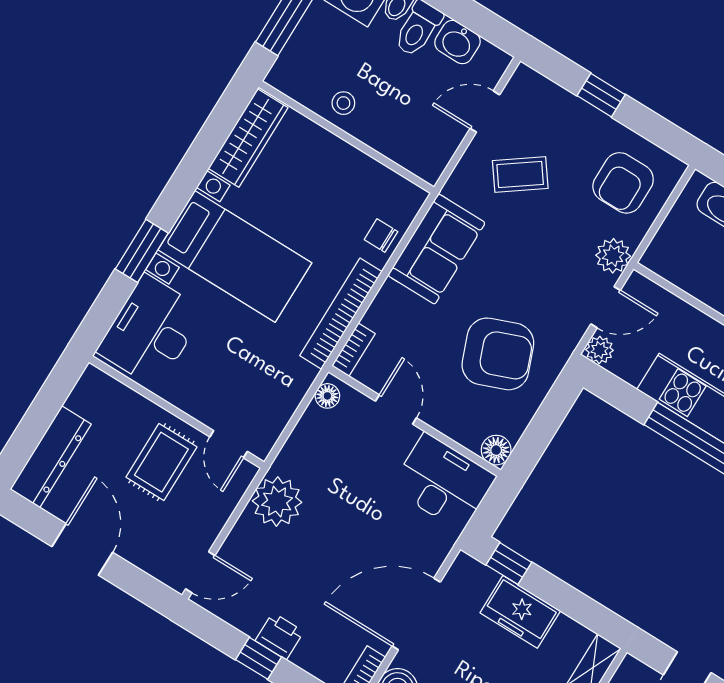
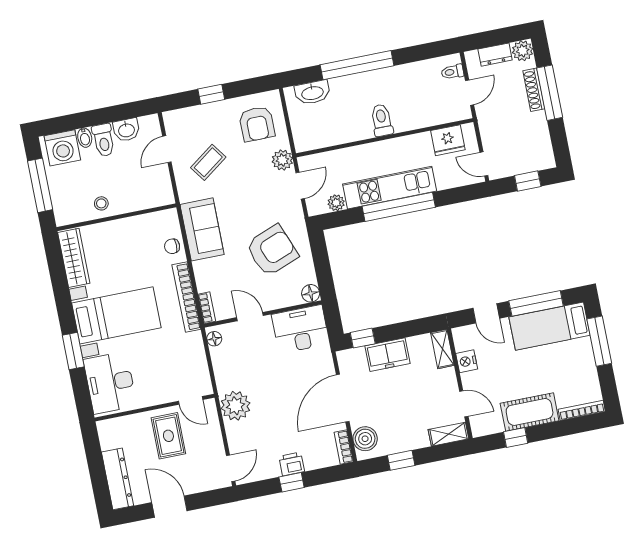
plant: (599, 350) -> (336, 203), moved

